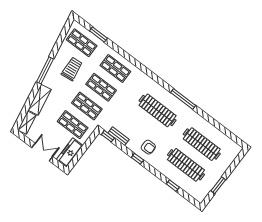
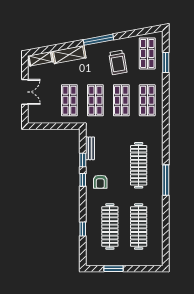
trolley: (72, 69) -> (118, 62), turned 86
window: (108, 136) -> (83, 160), moved
freezer: (70, 152) -> (43, 116), removed

